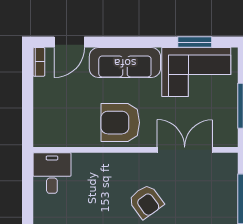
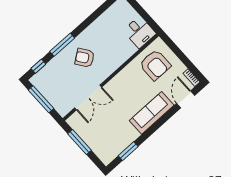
corner sofa: (196, 72) -> (115, 138), removed
armchair: (120, 123) -> (155, 65), moved, turned 90

